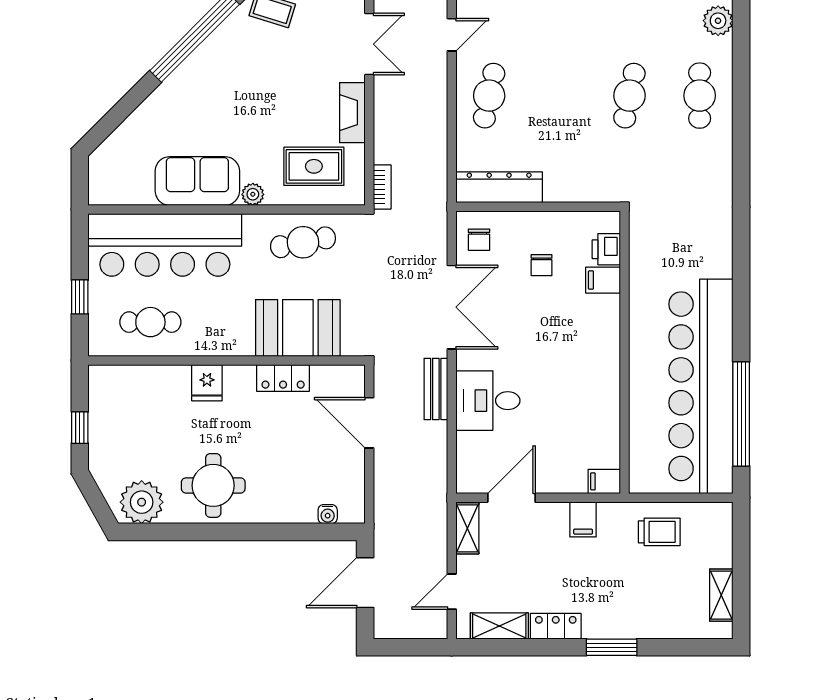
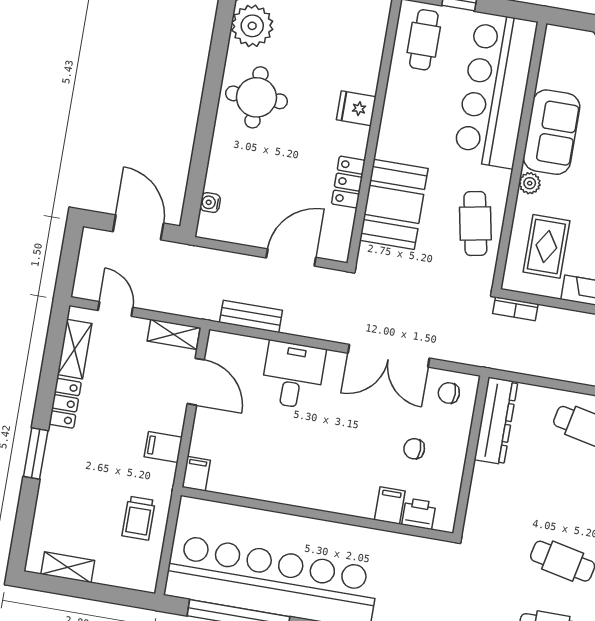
cafe table: (150, 322) -> (424, 40), moved
bench: (436, 389) -> (251, 316), moved

